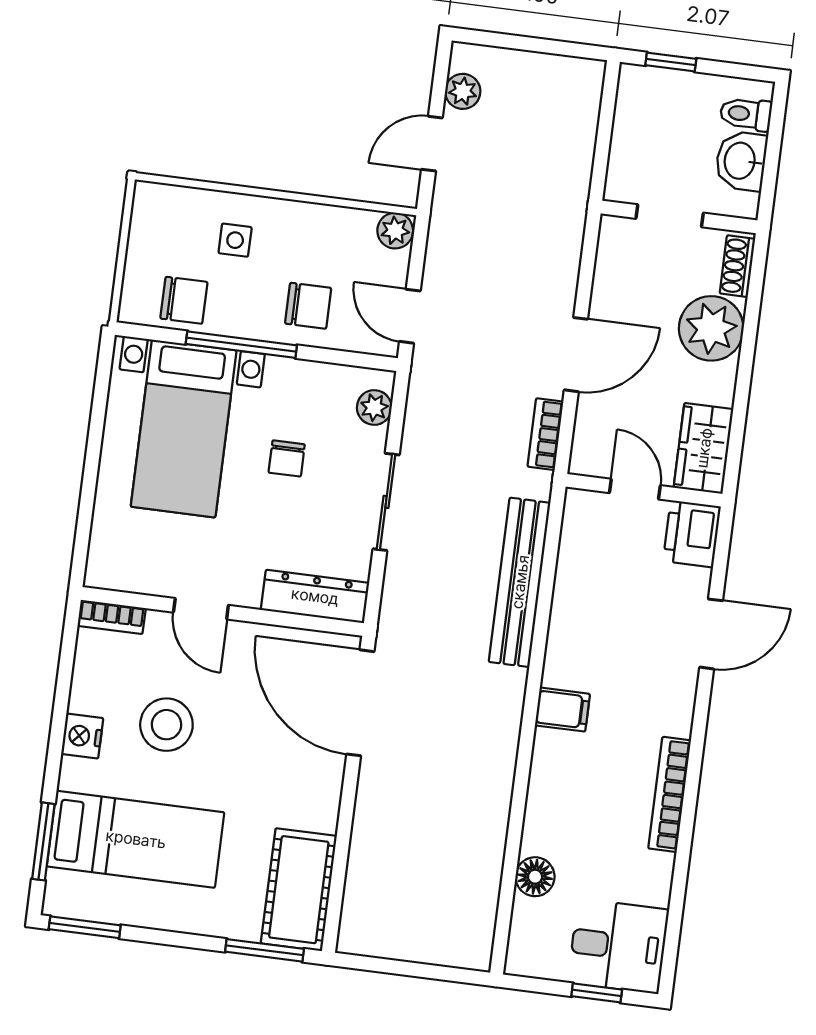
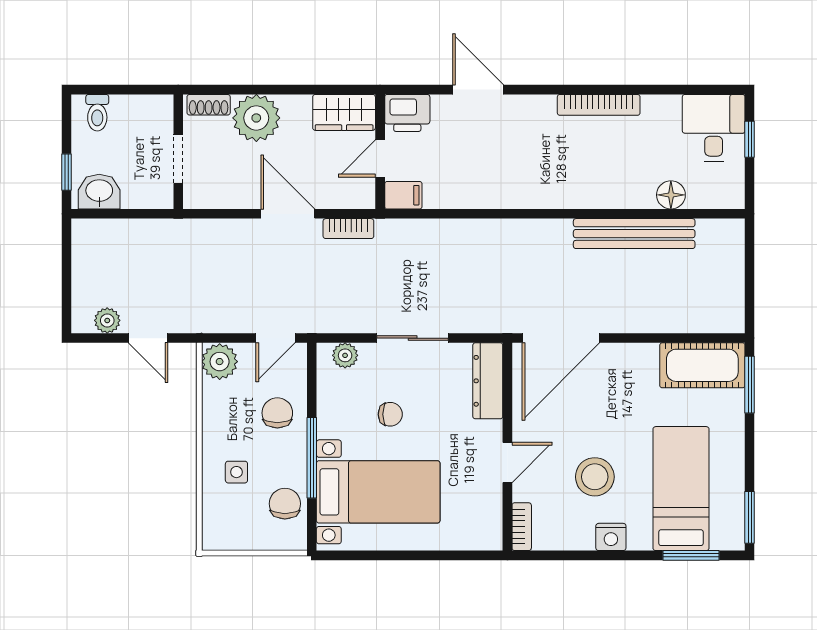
washbasin: (741, 161) -> (99, 192), moved, turned 180
plant: (395, 231) -> (220, 362), width x1.38, depth x1.38
bench: (520, 582) -> (634, 234), moved
filing cabinet: (562, 710) -> (403, 195), moved, turned 90

